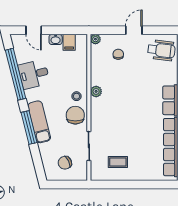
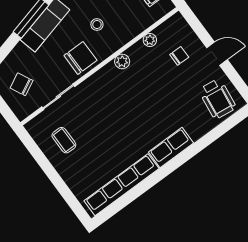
plant: (95, 39) -> (150, 40), moved
stool: (77, 96) -> (97, 25), moved

